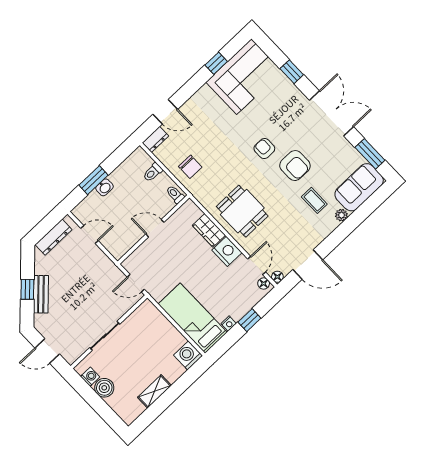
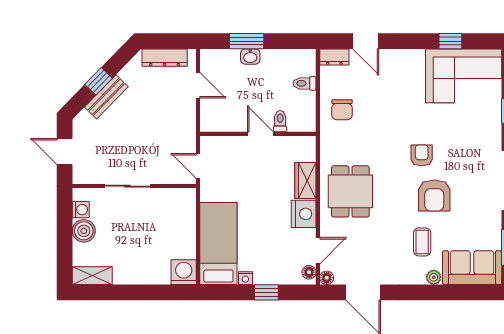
toilet: (175, 194) -> (280, 121), moved
shelving: (154, 391) -> (92, 276), moved

